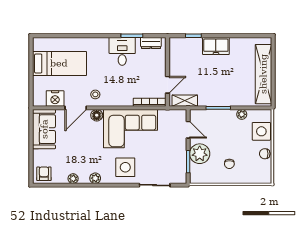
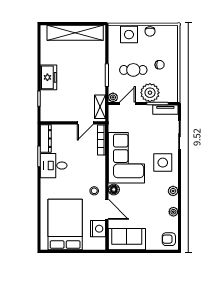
dresser: (151, 43) -> (46, 139), width x1.44
bed: (59, 63) -> (65, 225), width x1.50
door: (168, 85) -> (85, 123), swing flipped
plant: (242, 114) -> (113, 97), moved
cafe table: (224, 136) -> (133, 70), added
tv unit: (182, 170) -> (165, 110), added

